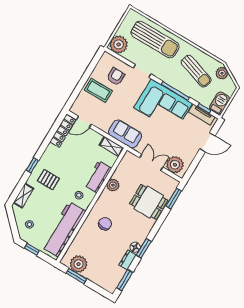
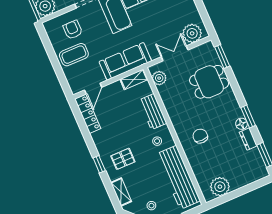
sofa: (125, 134) -> (125, 61), width x1.36
plant: (113, 185) -> (159, 78), moved
window: (76, 276) -> (229, 196), removed

